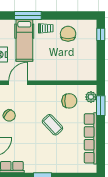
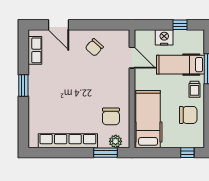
hospital bed: (72, 69) -> (148, 119), added
coffee table: (52, 125) -> (84, 97), removed

